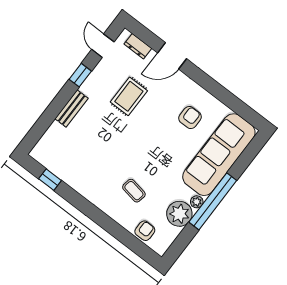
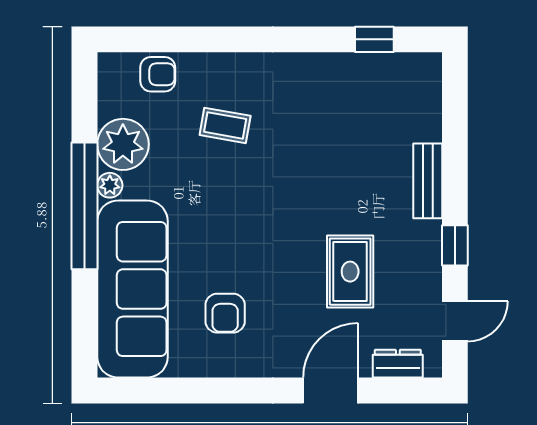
door: (103, 46) -> (455, 321), hinge flipped
armchair: (145, 231) -> (158, 74), turned -90

